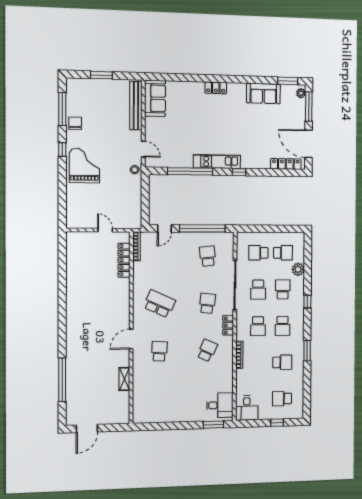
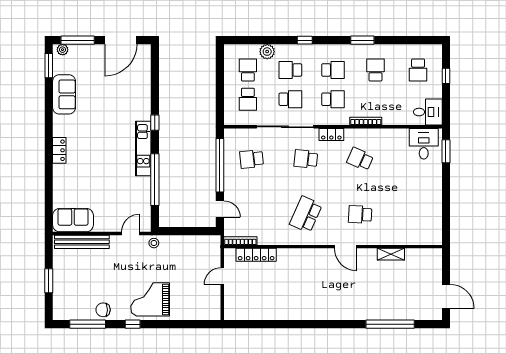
locker: (286, 164) -> (145, 67), removed

